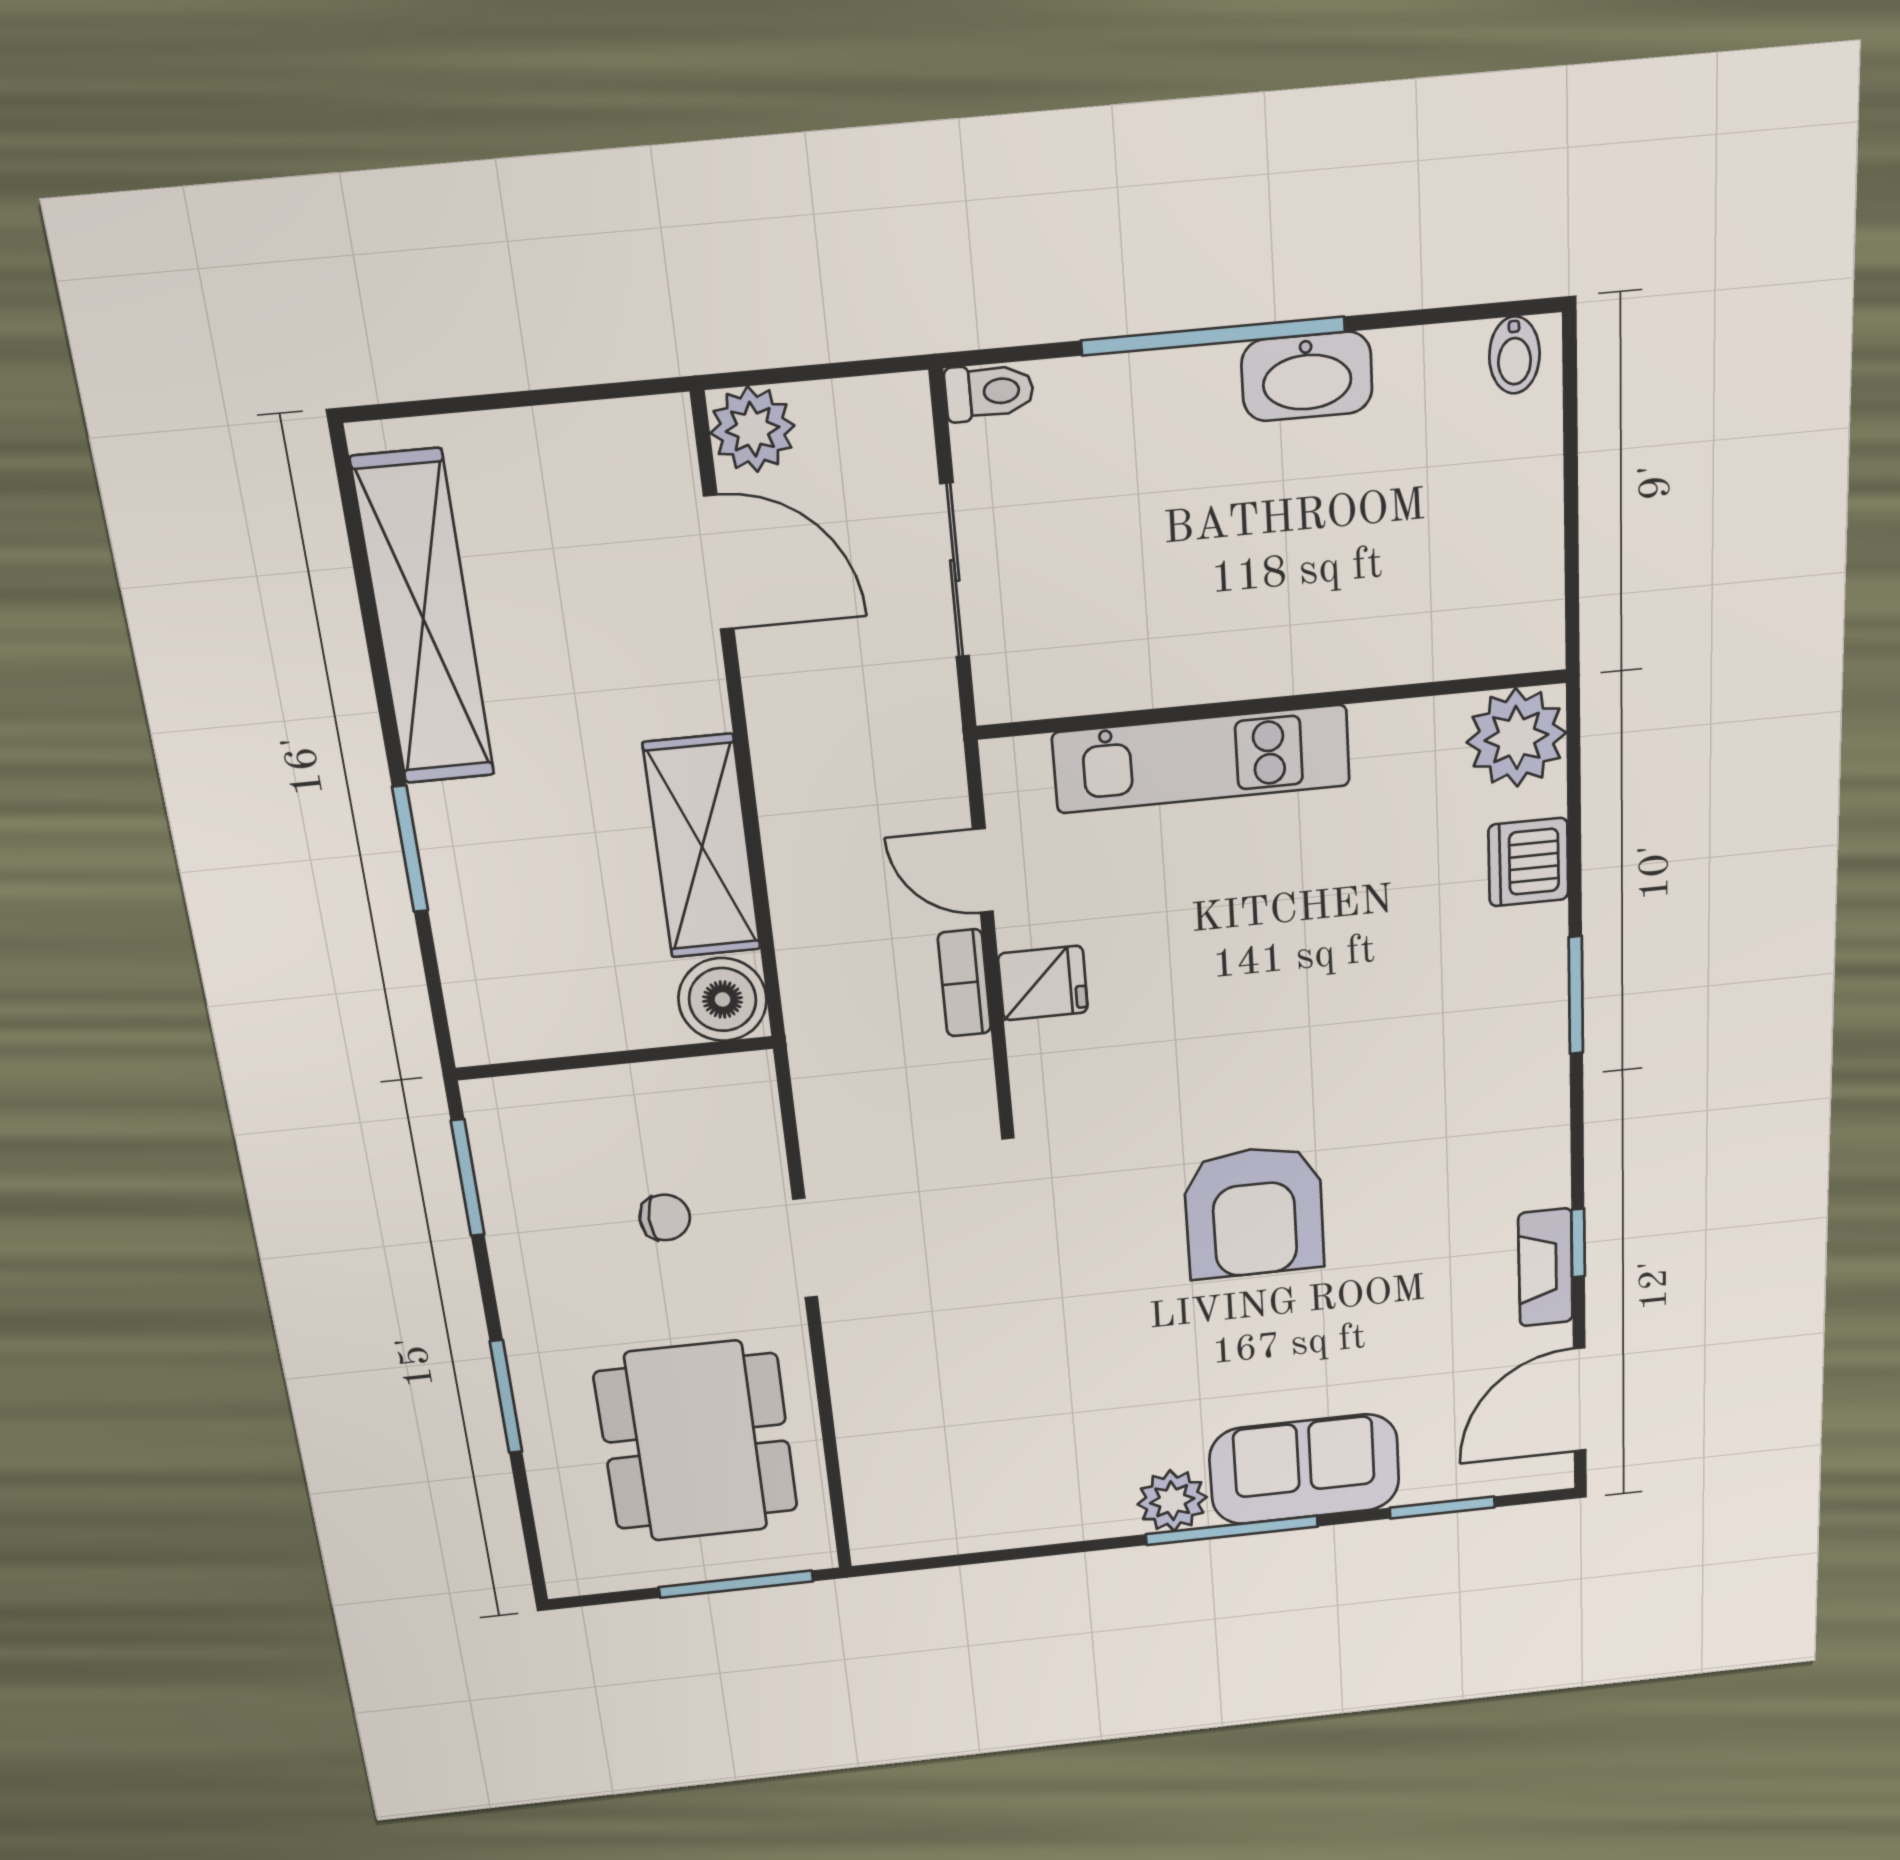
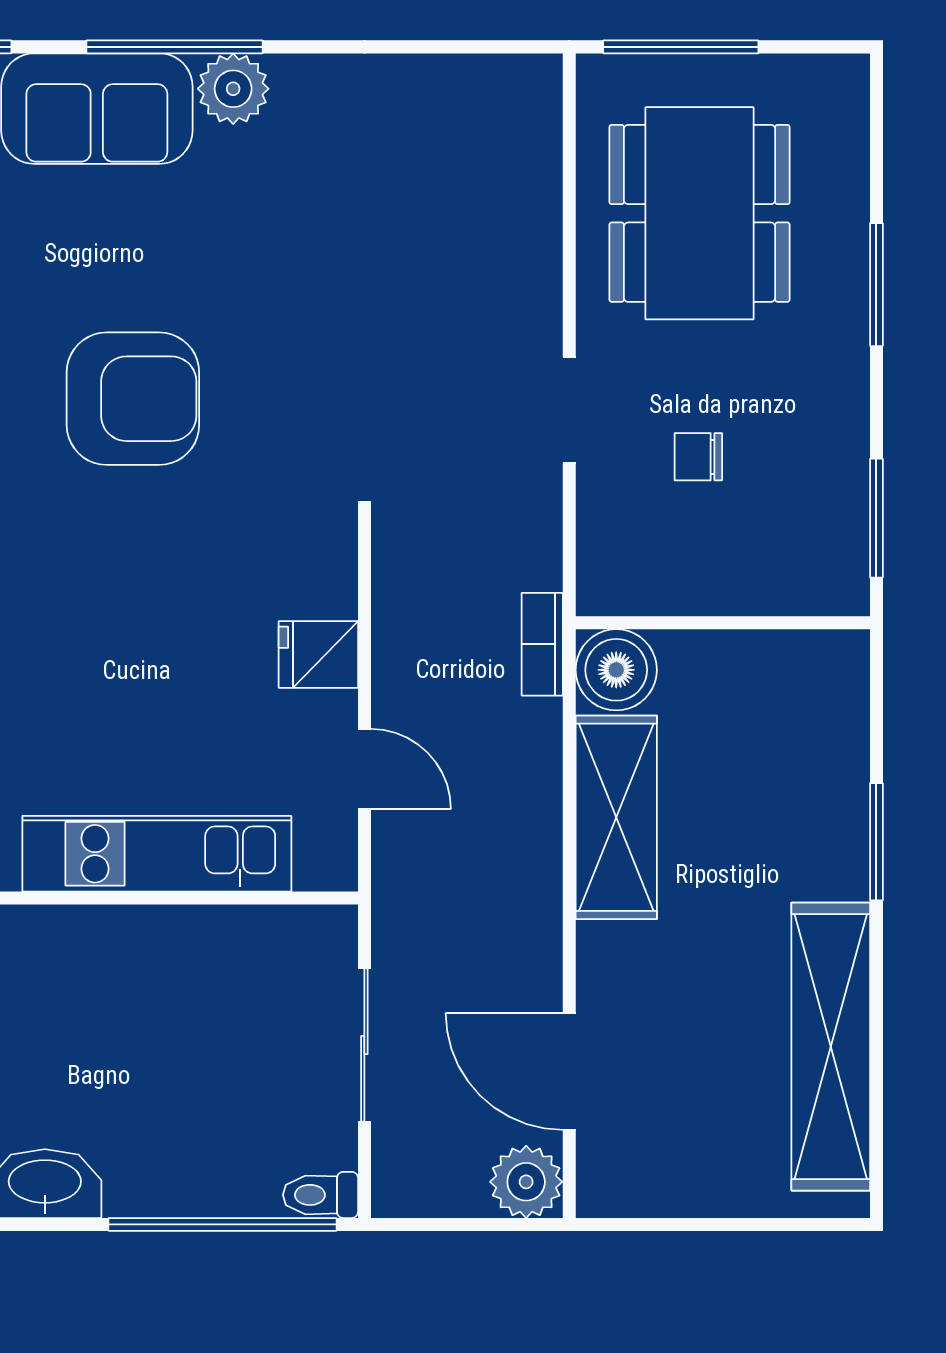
window: (1213, 336) -> (222, 1224), moved
bookcase: (964, 983) -> (542, 644), moved, turned 180
armchair: (1254, 1212) -> (133, 399), turned 90

